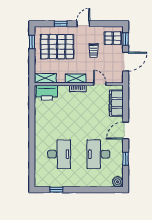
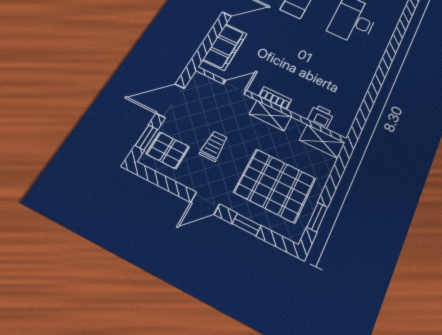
door: (100, 84) -> (235, 87), swing flipped
printer: (47, 93) -> (321, 116), width x0.53, depth x0.68

